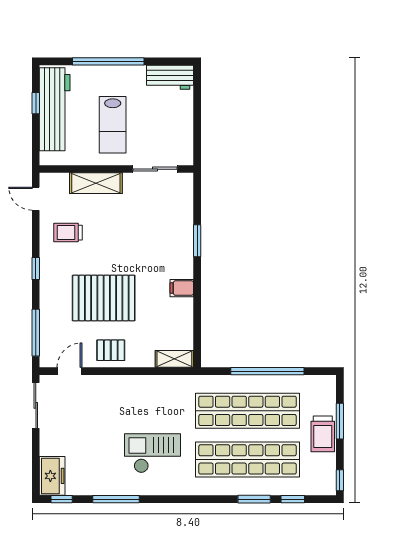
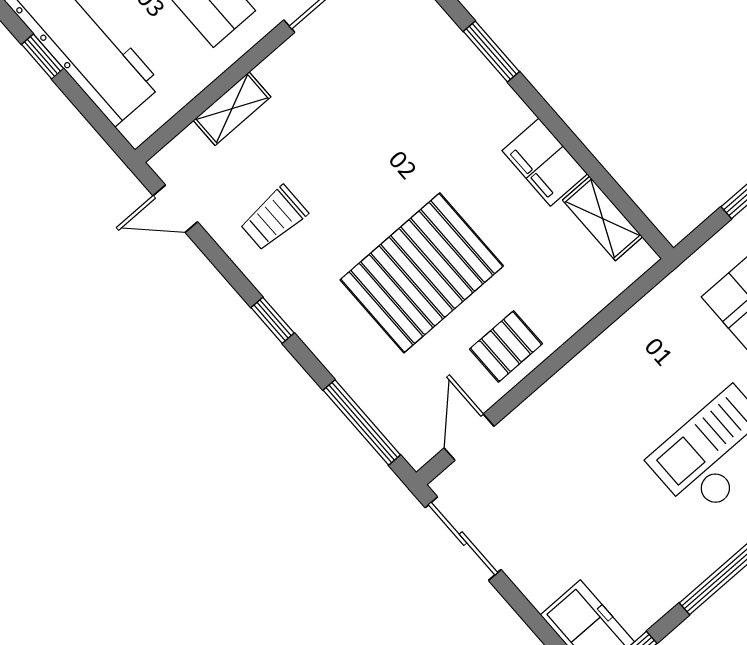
shelving: (96, 183) -> (232, 109), width x0.67, depth x0.75
filing cabinet: (182, 288) -> (545, 162), width x2.00
shelving: (174, 359) -> (603, 219), moved, turned 90

